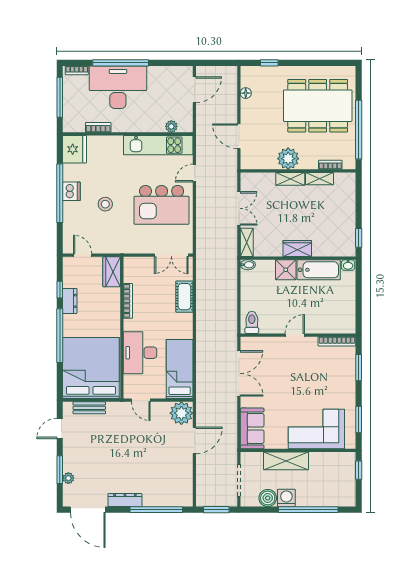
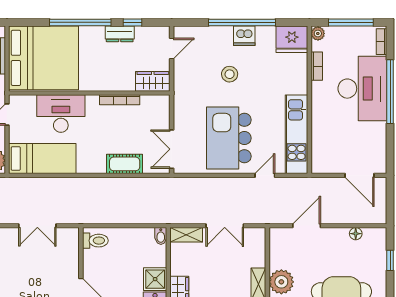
plant: (171, 126) -> (318, 33), moved
door: (194, 173) -> (265, 175), hinge flipped
double door: (239, 373) -> (37, 226), width x0.73

